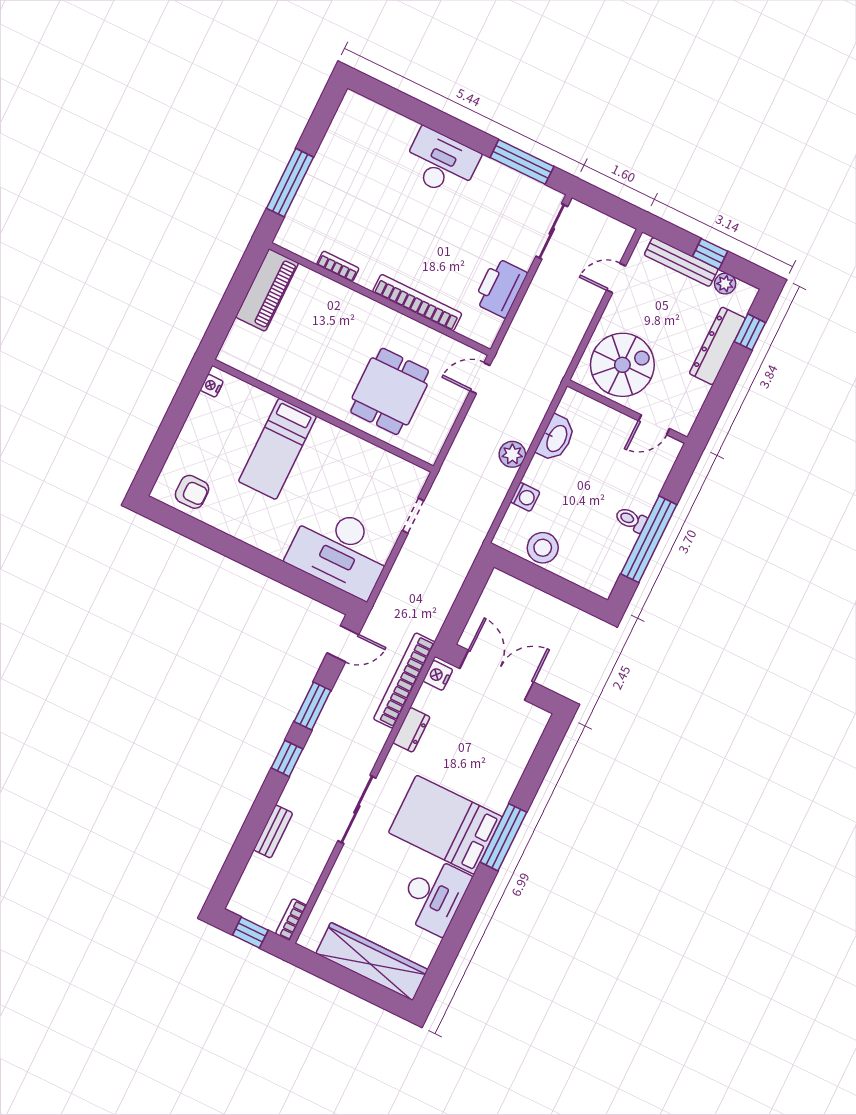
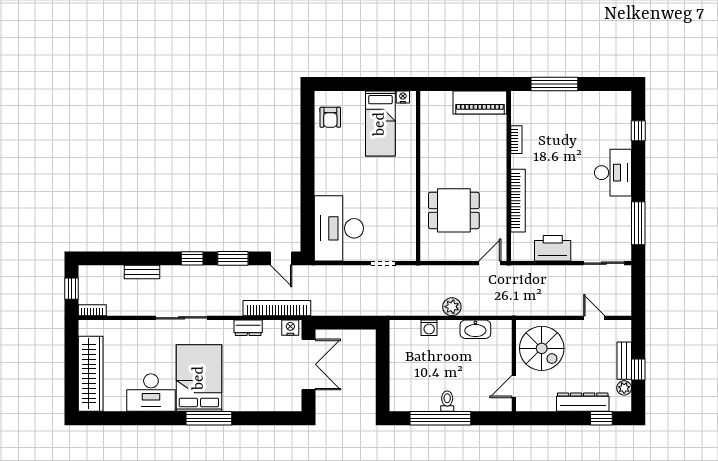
window: (403, 104) -> (638, 131), added
bench: (681, 262) -> (624, 361), width x0.73
door: (480, 378) -> (490, 263), hinge flipped
door: (654, 425) -> (514, 387), hinge flipped
bed: (277, 449) -> (380, 124), moved, turned -90
stool: (543, 548) -> (403, 354), removed

